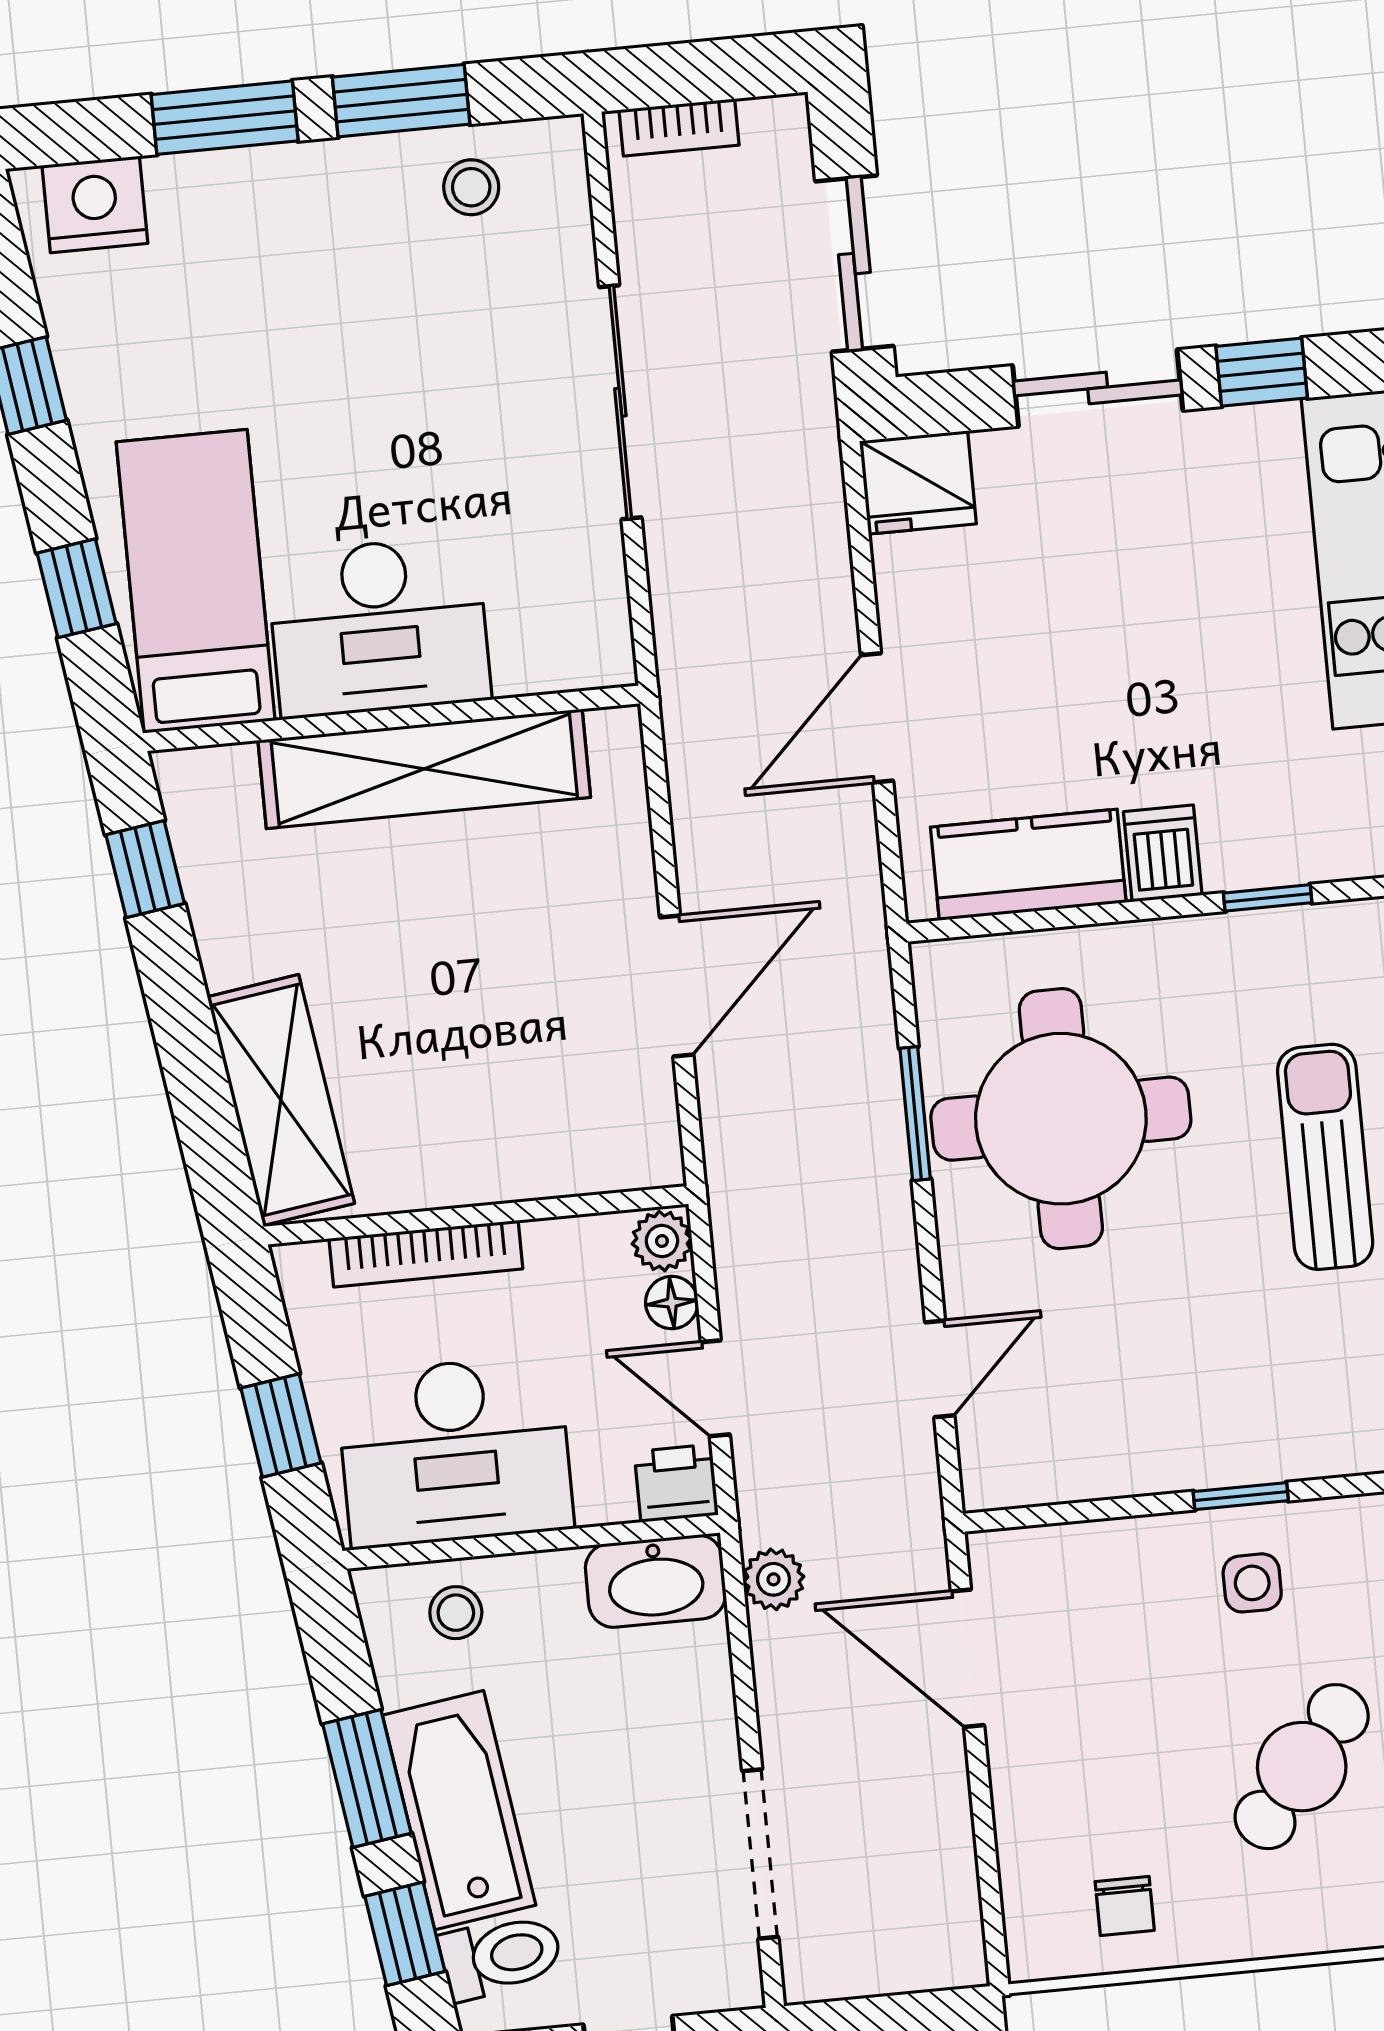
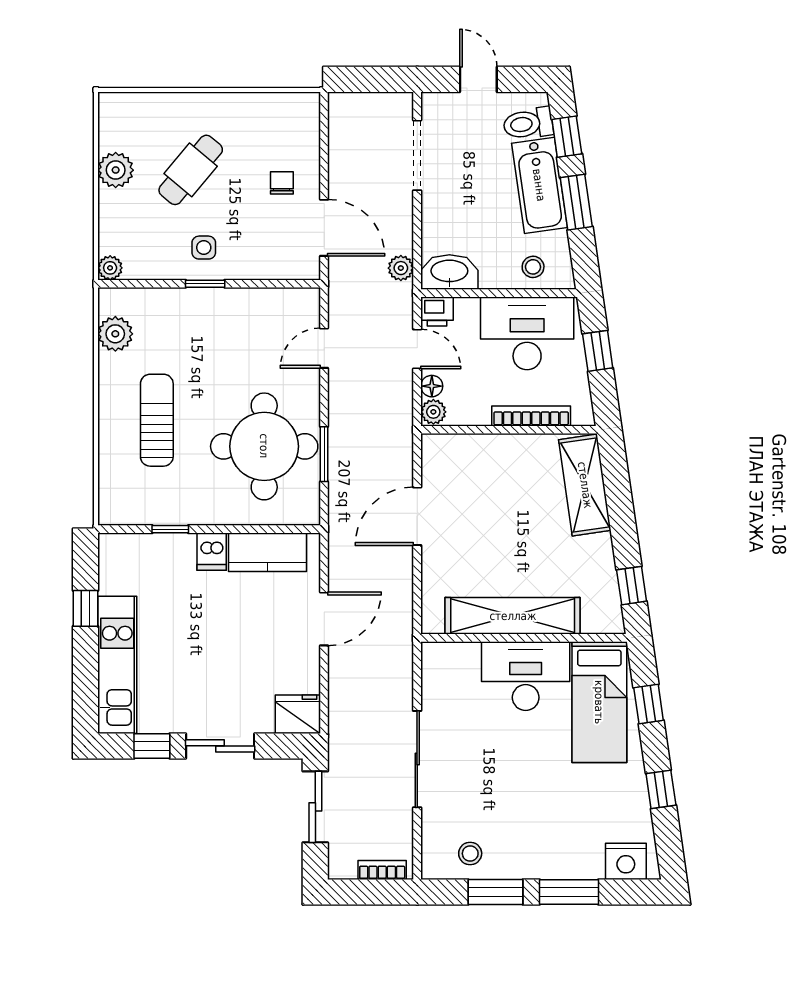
sun lounger: (1325, 1157) -> (157, 420), turned 180
chair: (1125, 1906) -> (282, 183), moved

